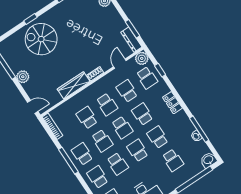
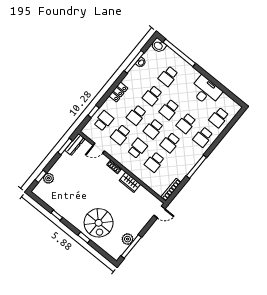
plant: (142, 58) -> (88, 131), removed
plant: (23, 77) -> (128, 239), moved
wardrobe: (74, 85) -> (130, 182), width x0.67
door: (33, 107) -> (159, 212), swing flipped
school desk: (122, 127) -> (153, 129), turned 180
school desk: (102, 141) -> (170, 143), turned 180
school desk: (82, 154) -> (187, 156), removed
school desk: (173, 160) -> (168, 76), turned 180
school desk: (118, 164) -> (186, 123), turned 180

